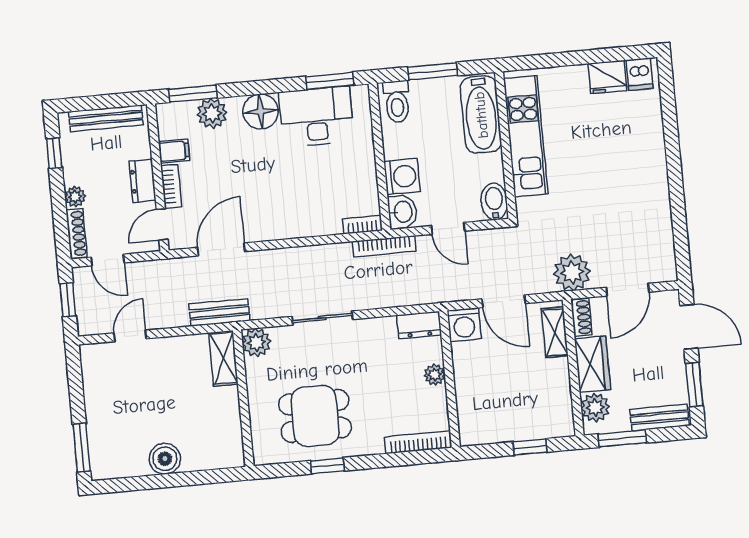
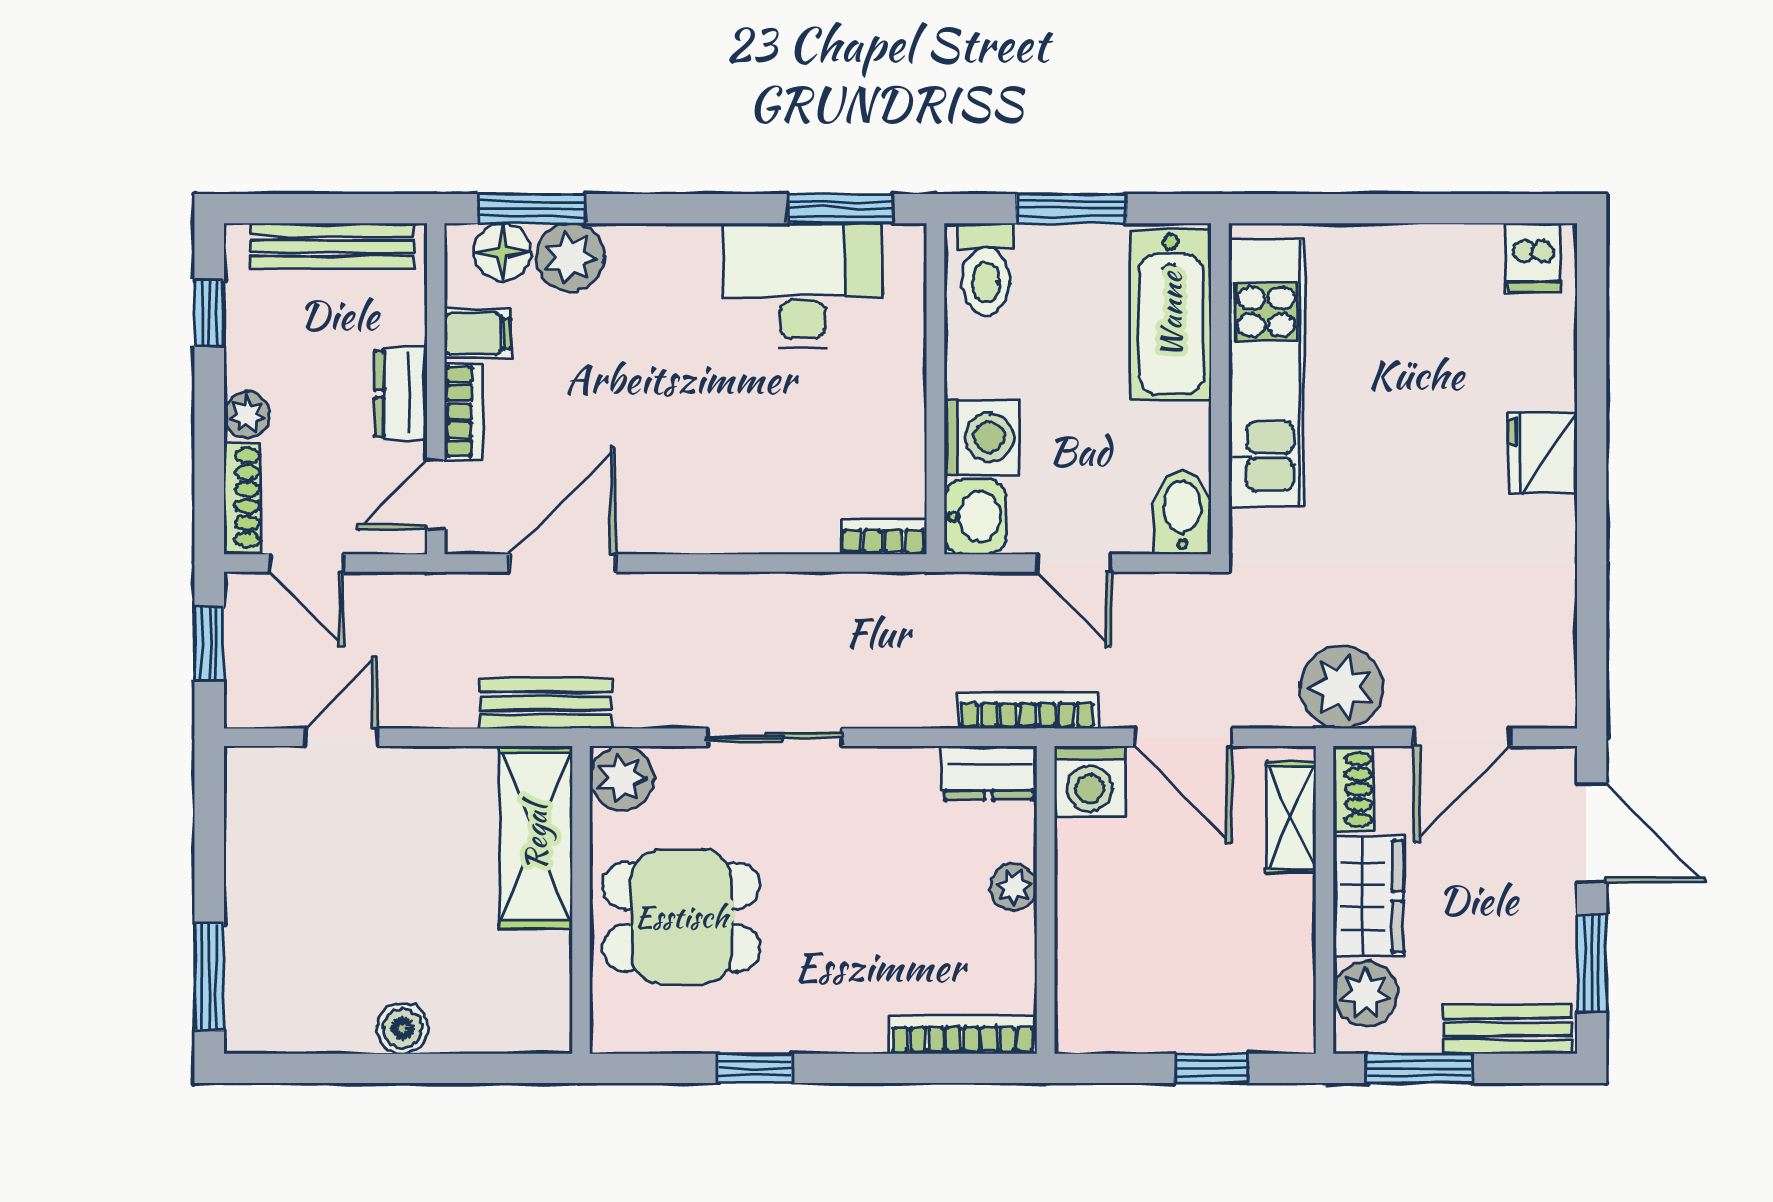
fridge: (607, 77) -> (1542, 453), moved, turned 90
floor lamp: (261, 111) -> (503, 252), moved, width x0.73, depth x0.73
bookcase: (384, 246) -> (1028, 711), moved, turned 180
shelving: (223, 358) -> (536, 837), width x1.50, depth x1.33
dining table: (315, 416) -> (681, 917), moved
boiler: (165, 459) -> (403, 1028), width x0.73, depth x0.73

